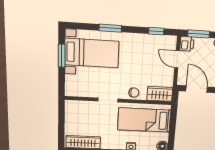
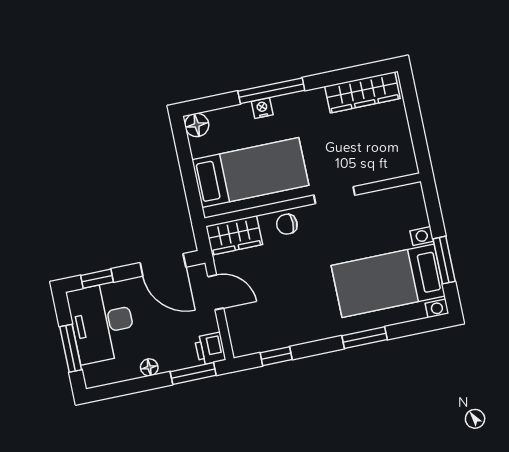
door: (177, 59) -> (216, 292), moved

